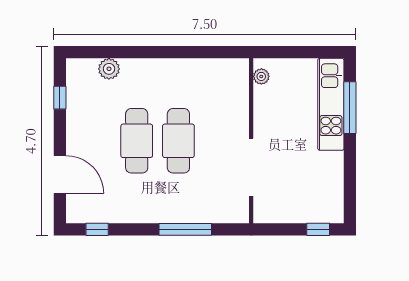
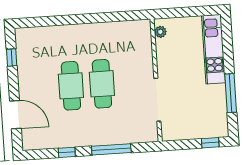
plant: (109, 69) -> (47, 34), removed
window: (350, 108) -> (231, 93), moved
window: (97, 229) -> (67, 152), moved

